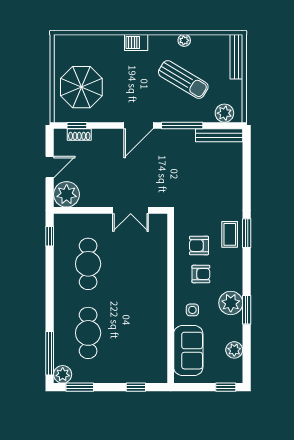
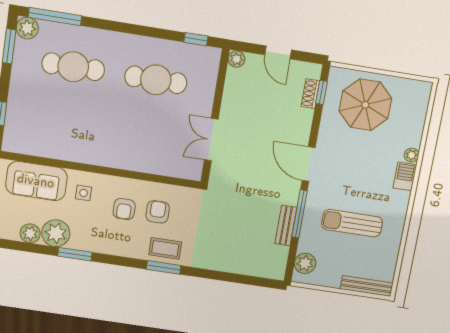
plant: (184, 40) -> (412, 155), moved
sun lounger: (183, 80) -> (352, 223), turned 59
bench: (219, 135) -> (286, 226), moved, width x0.73
plant: (67, 194) -> (237, 59), width x0.53, depth x0.53
plant: (231, 303) -> (56, 233), moved

